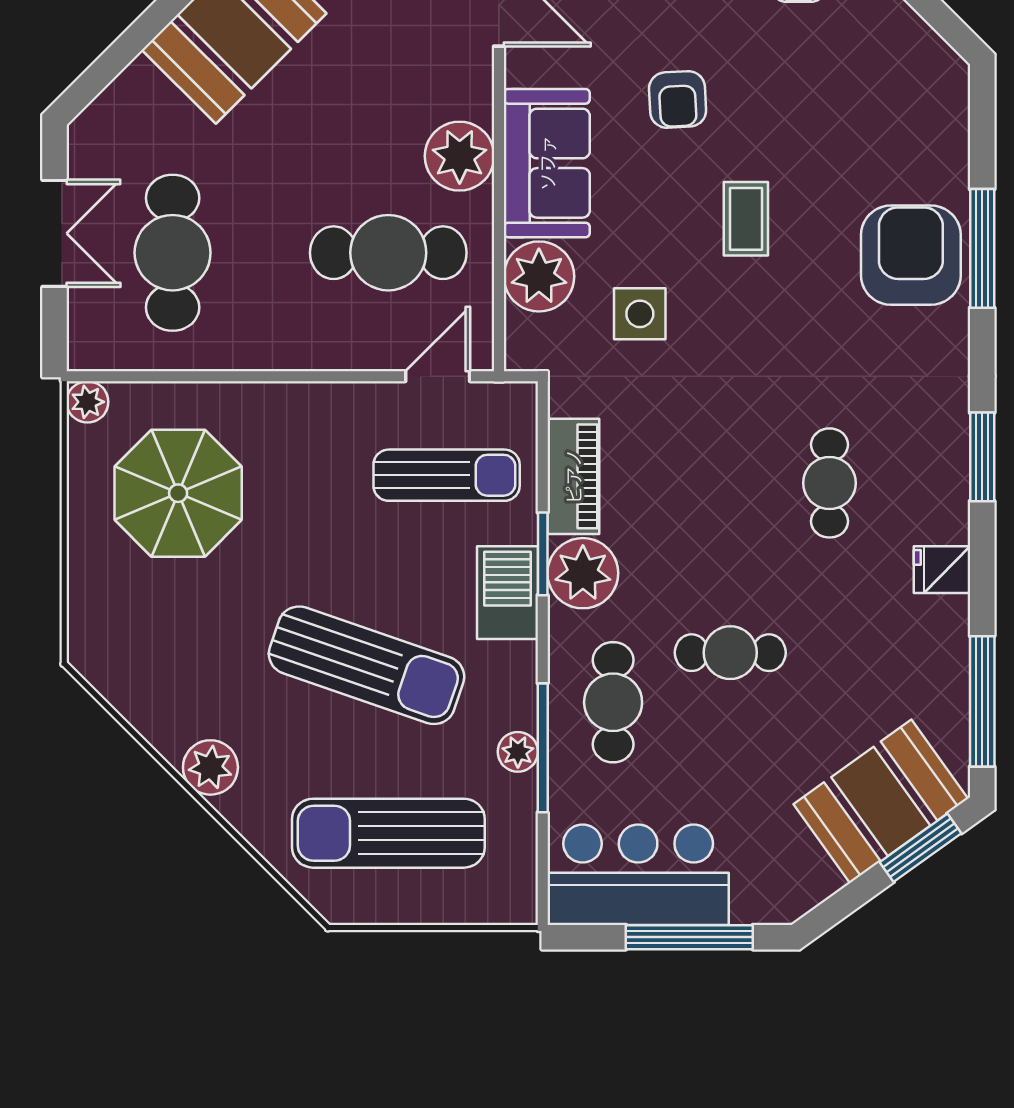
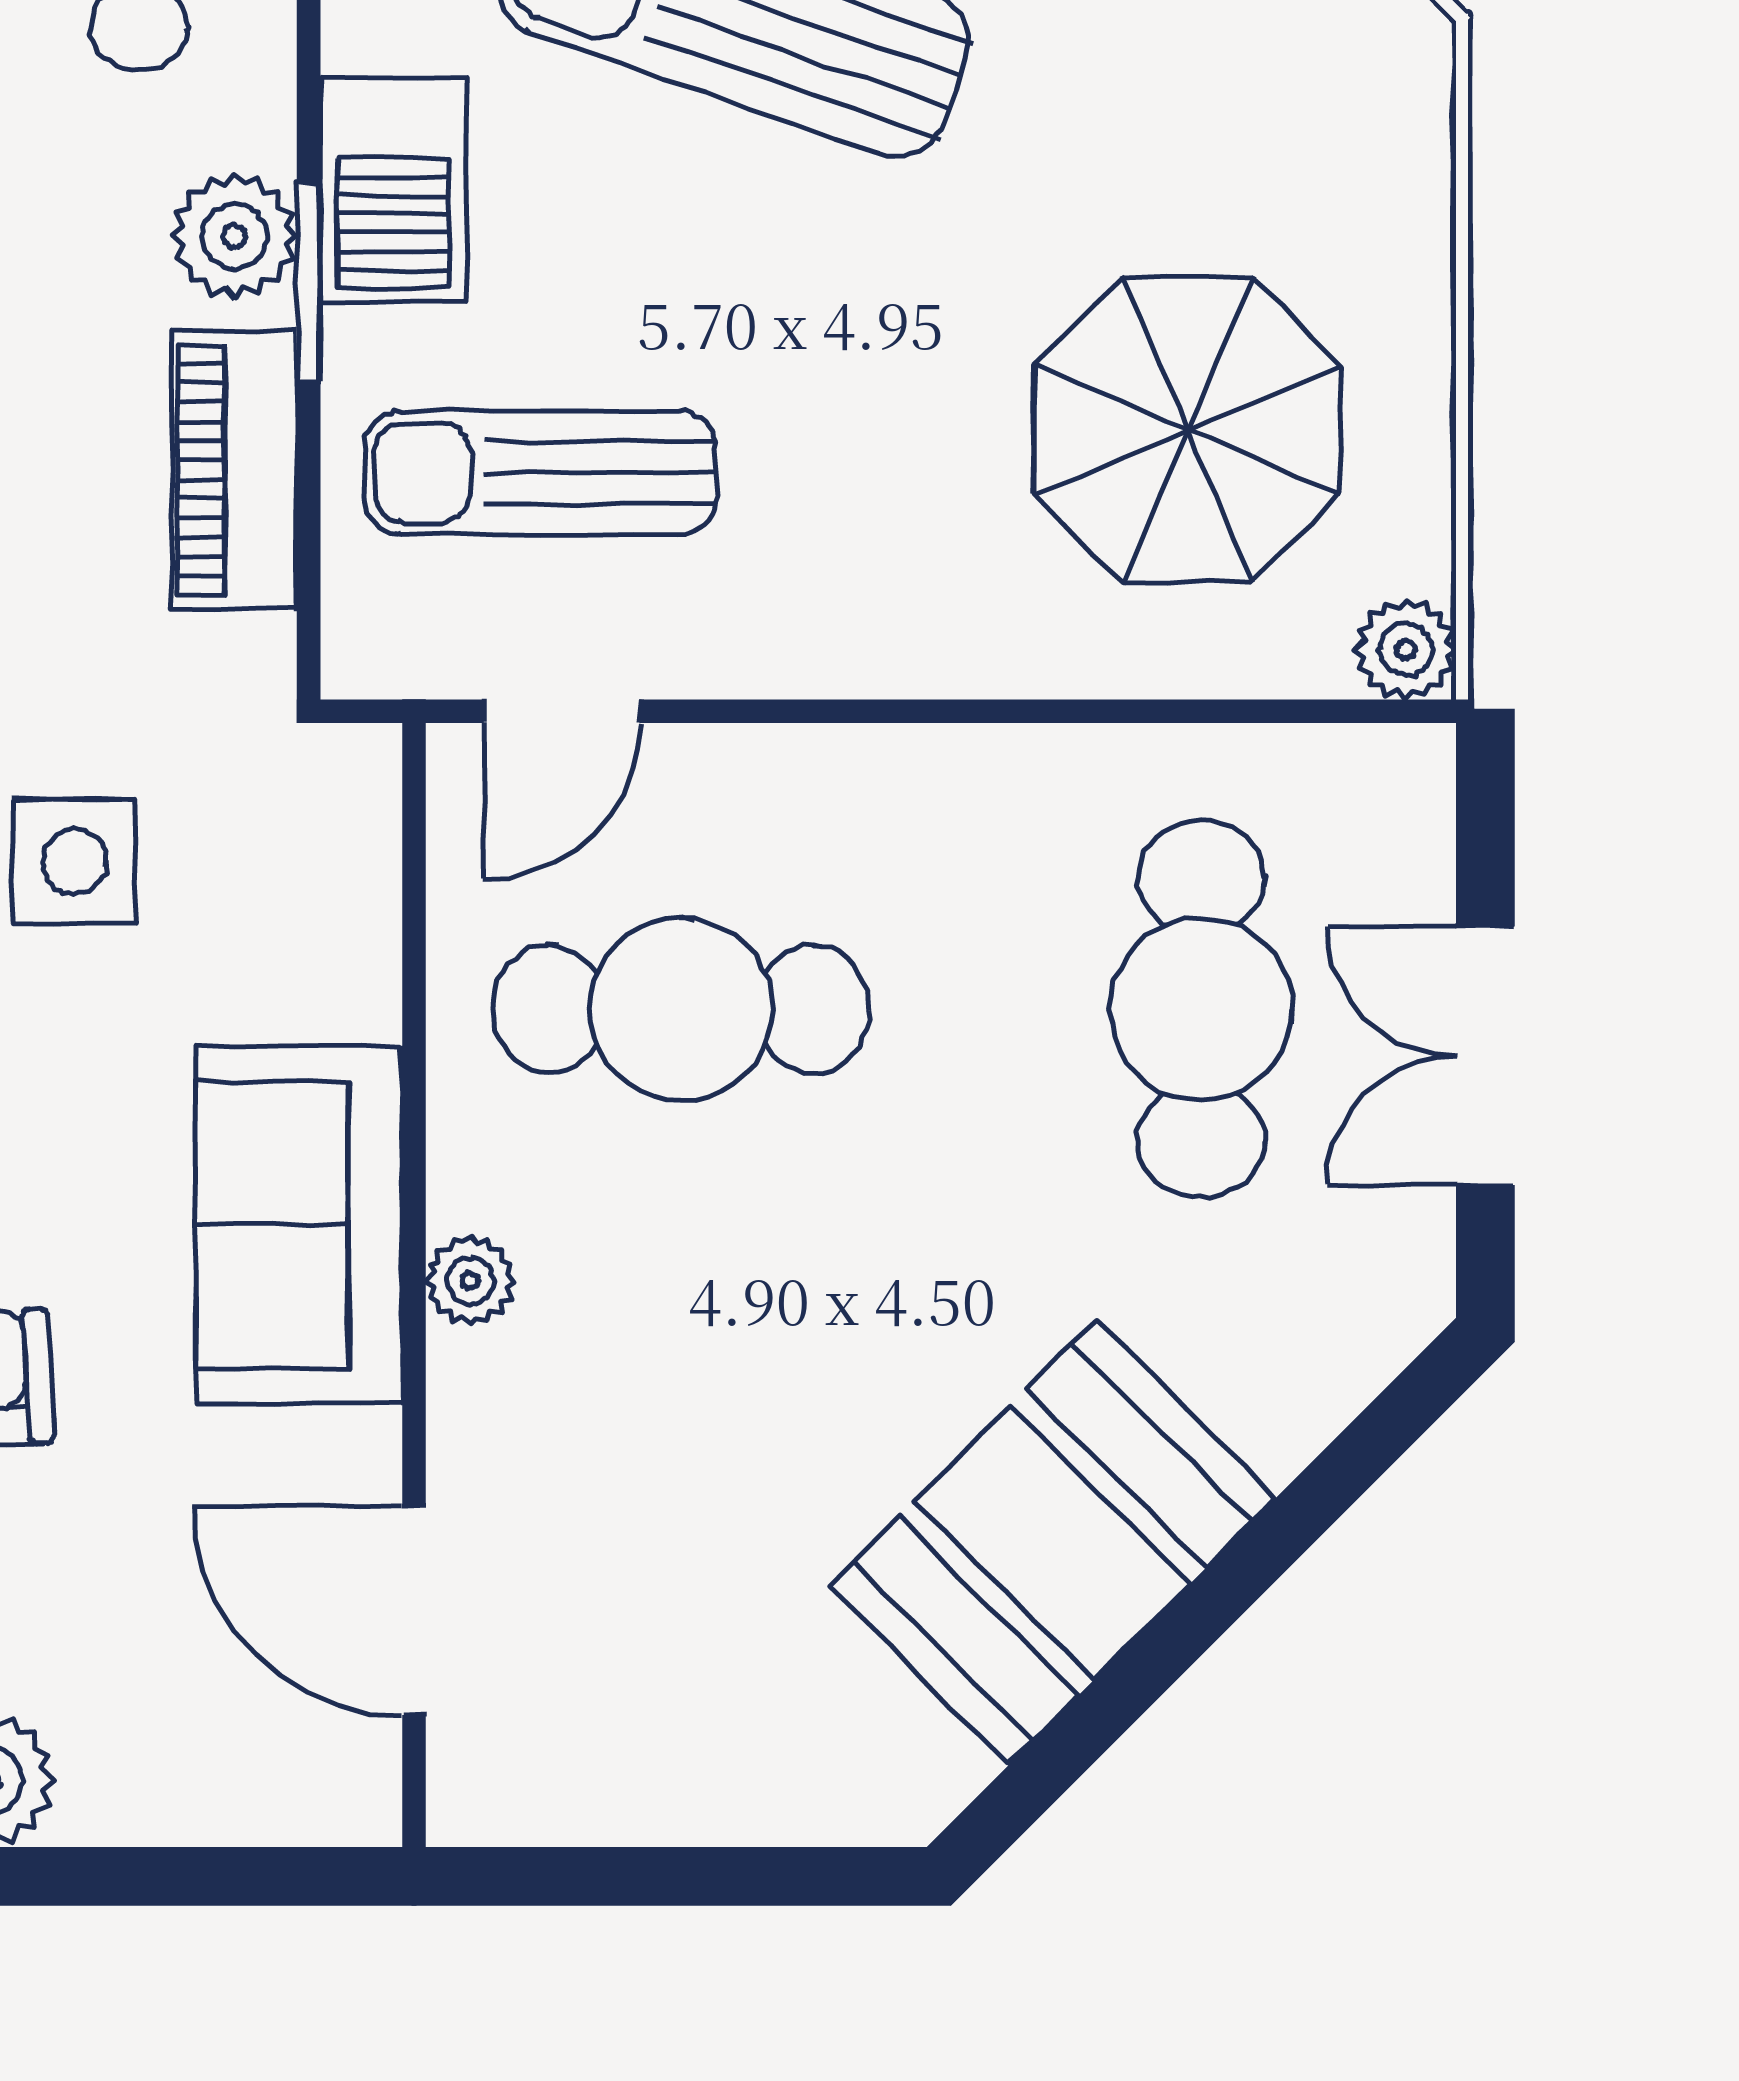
plant: (460, 156) -> (470, 1281), width x0.53, depth x0.53
plant: (539, 276) -> (317, 952), removed
plant: (583, 573) -> (235, 236), width x0.73, depth x0.73

